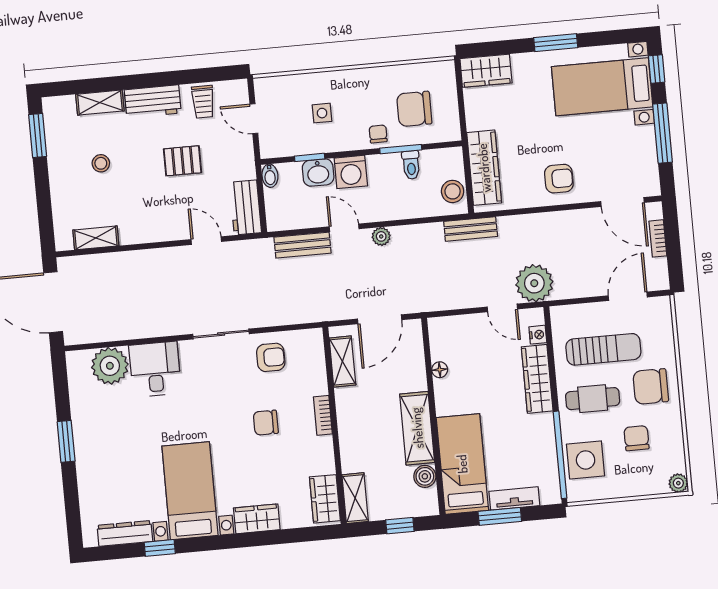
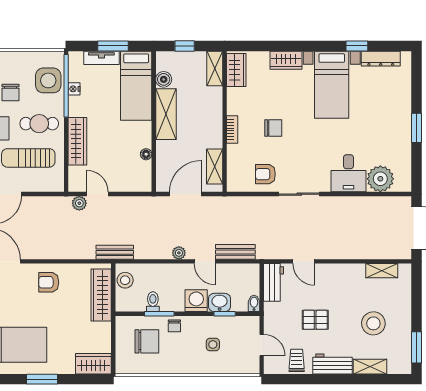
stool: (101, 163) -> (373, 323), width x1.89, depth x1.89
plant: (534, 283) -> (79, 203), width x0.53, depth x0.53
nightstand: (538, 335) -> (74, 89), moved

